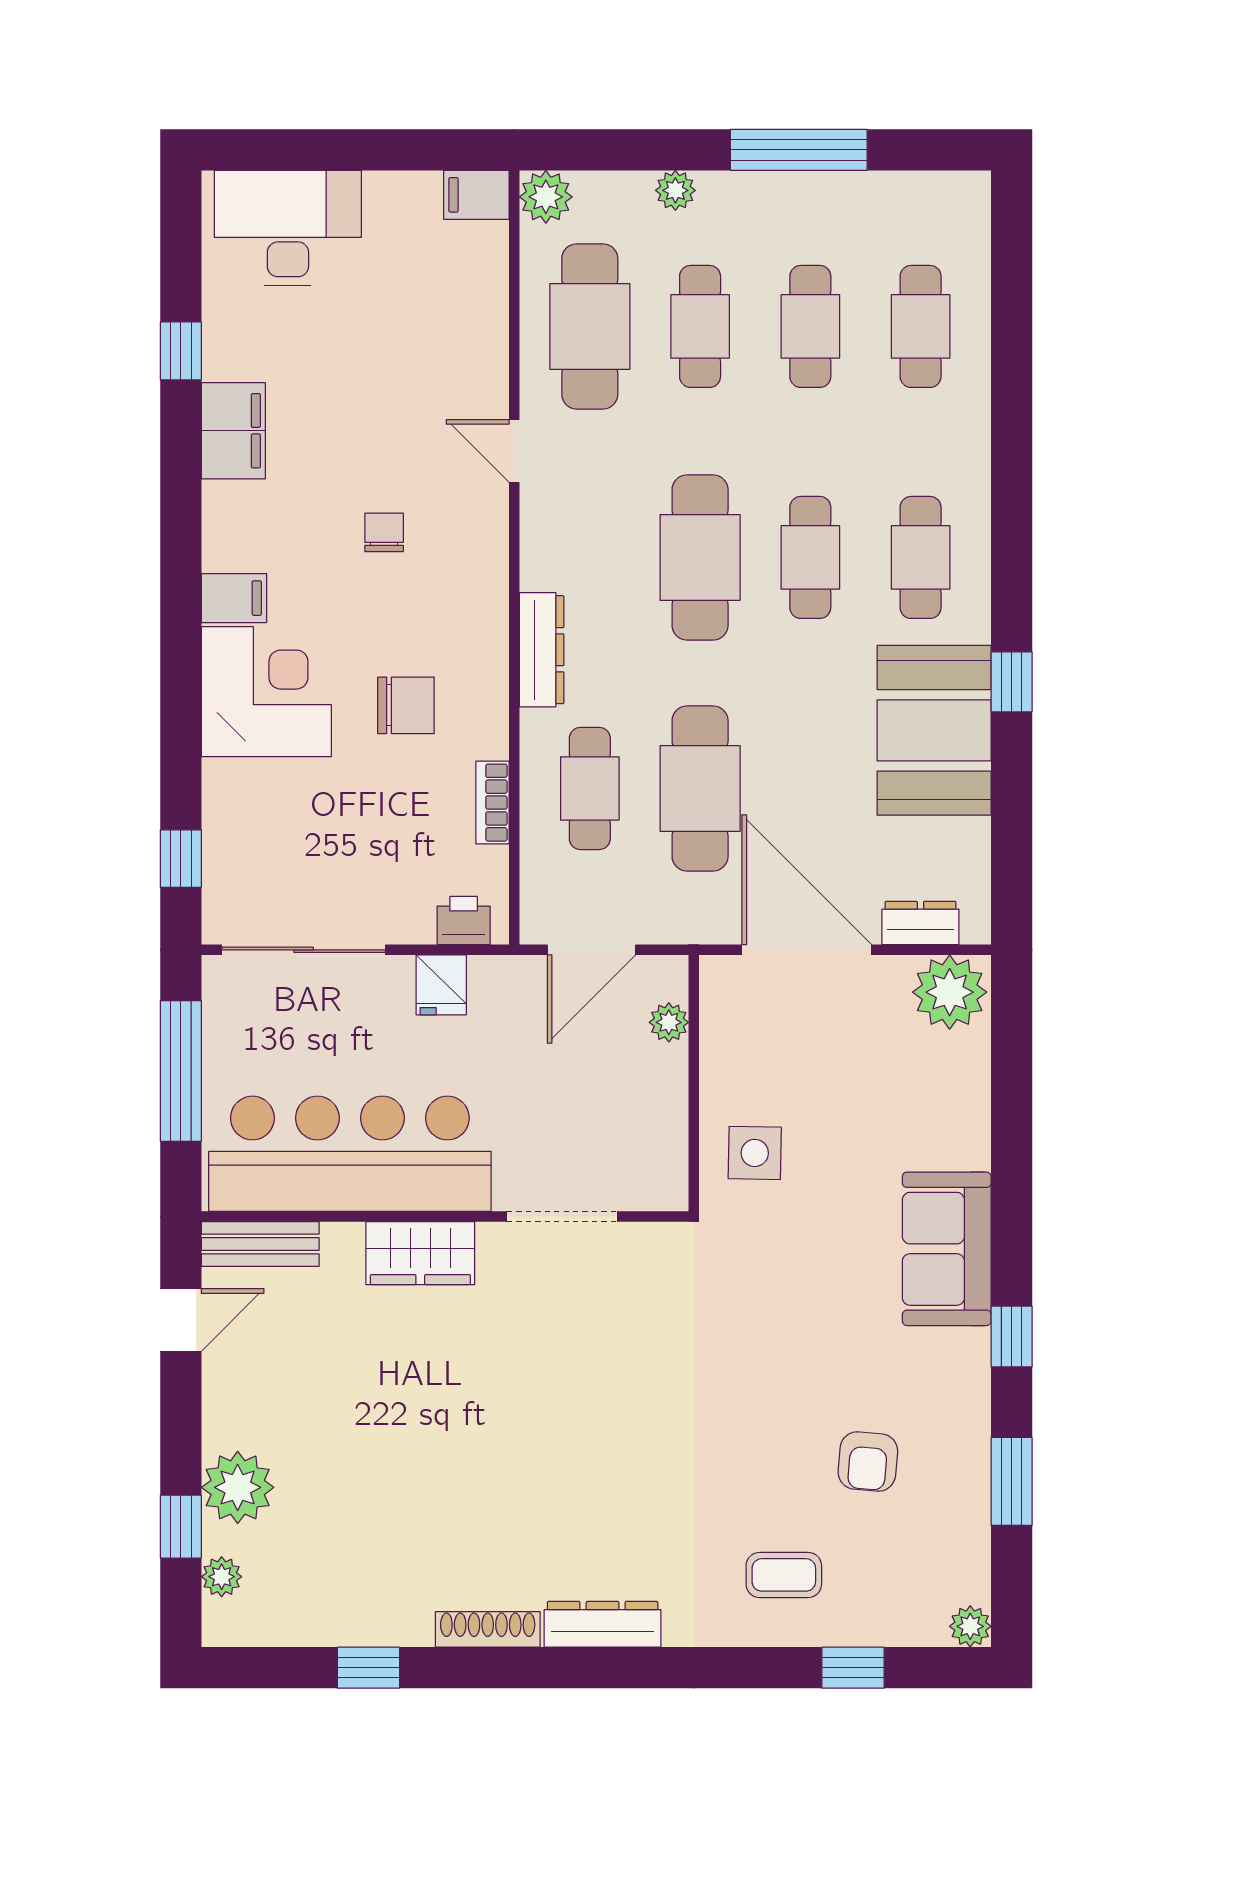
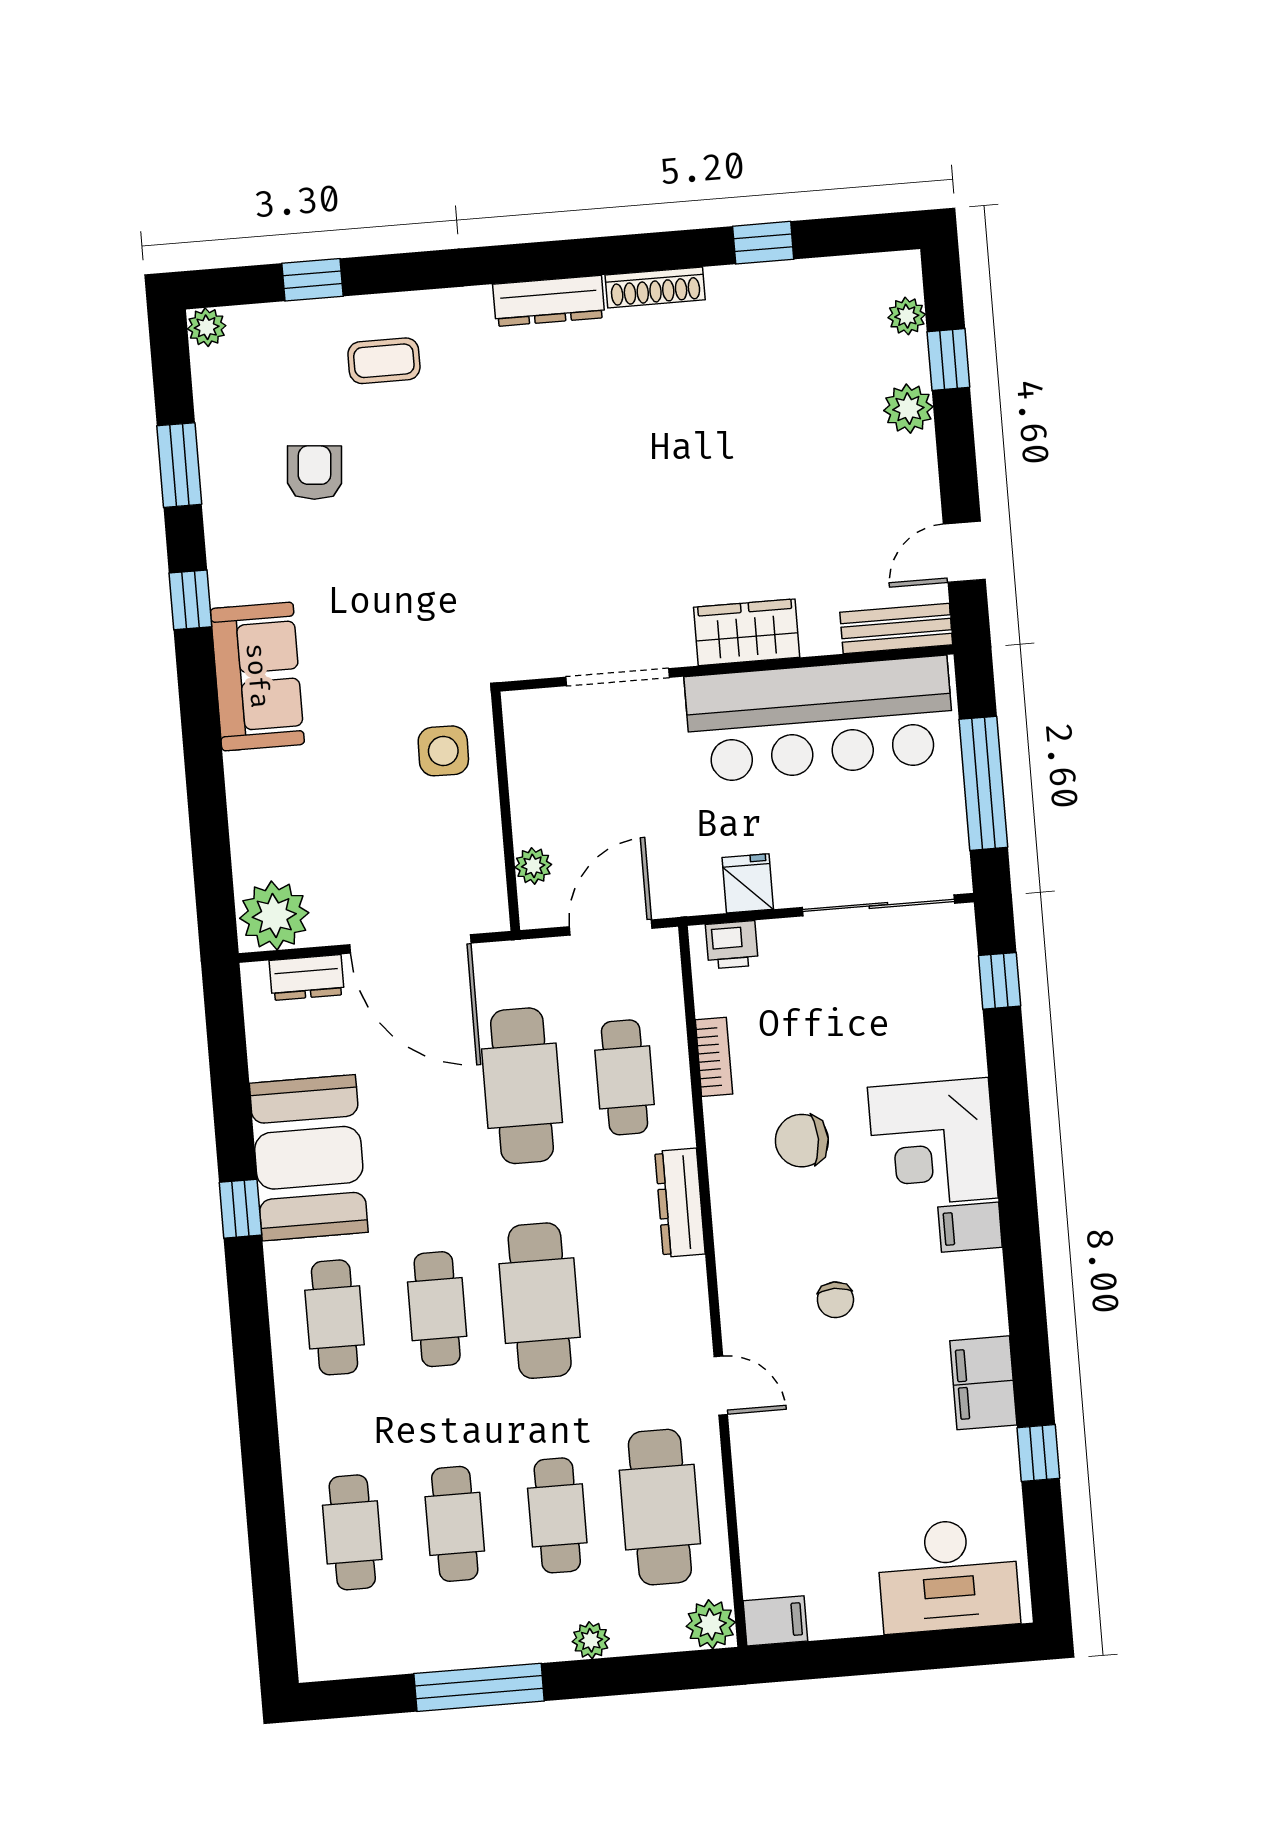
plant: (238, 1487) -> (908, 409), width x0.73, depth x0.73

